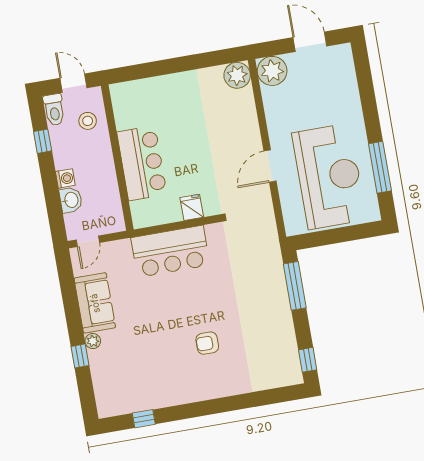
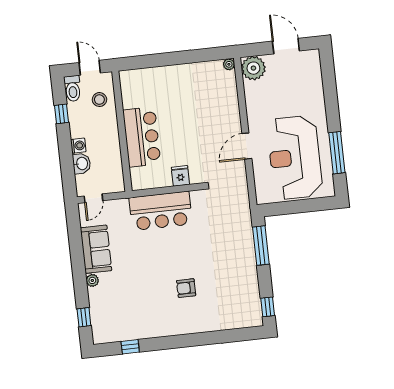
plant: (237, 75) -> (229, 64), width x0.53, depth x0.53
reception desk: (329, 176) -> (295, 157), turned 180
window: (80, 356) -> (84, 317), moved

